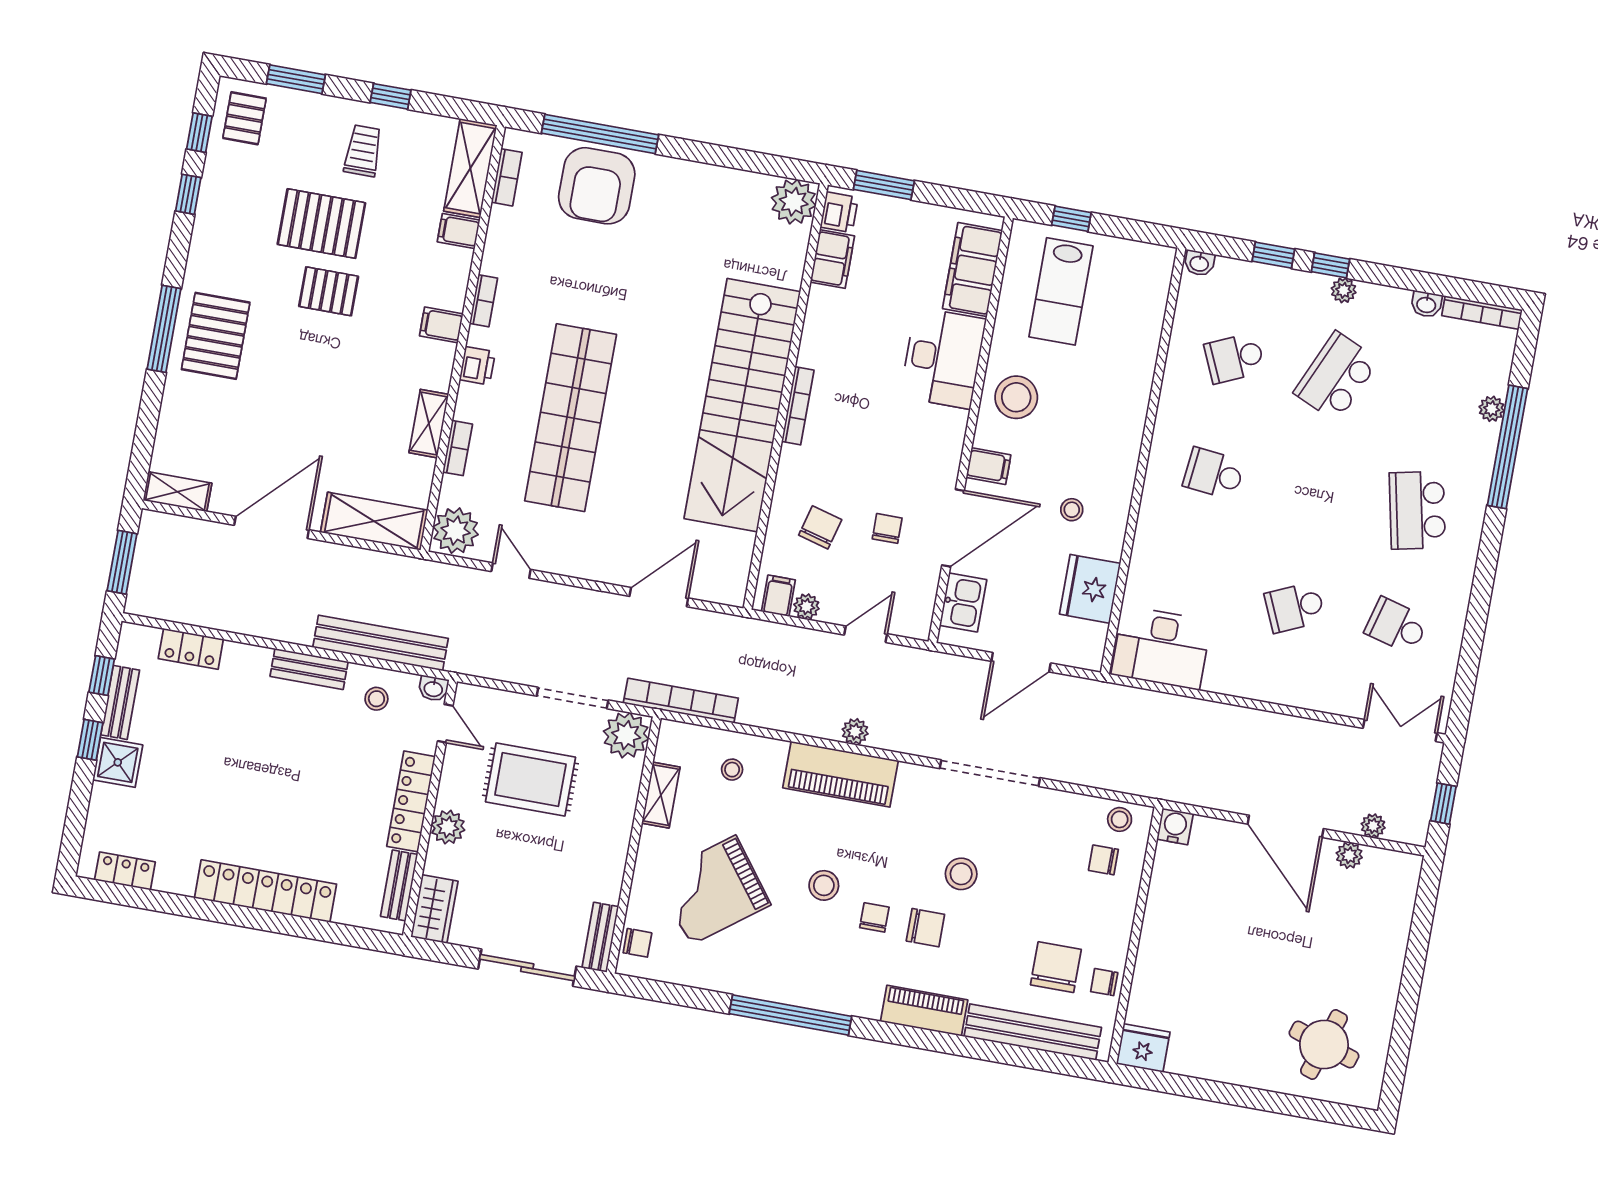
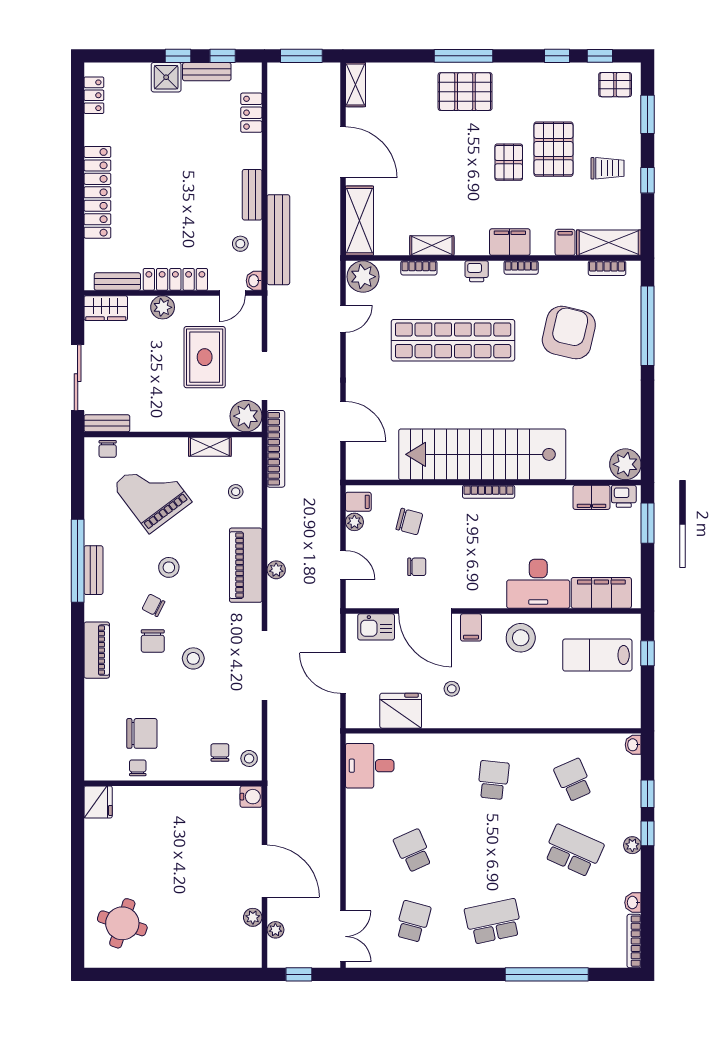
armchair: (597, 186) -> (569, 333), moved, turned 103
filing cabinet: (441, 325) -> (510, 242), width x2.00
plant: (1492, 409) -> (571, 959), removed
desk: (1161, 648) -> (370, 766), width x0.73
door: (1286, 826) -> (264, 871), swing flipped
chair: (874, 917) -> (153, 605), turned -153
bench: (1033, 1032) -> (93, 570), moved, width x0.54, depth x0.82

